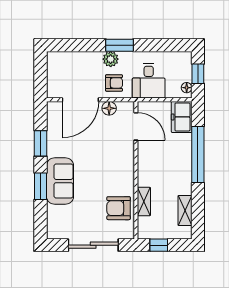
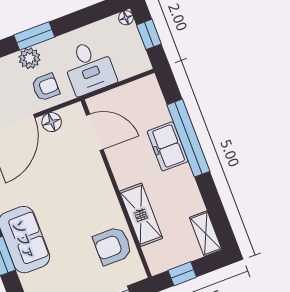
floor lamp: (187, 88) -> (126, 18), moved
freezer: (182, 117) -> (168, 146), moved
shelving: (144, 202) -> (141, 215), width x1.50, depth x1.33
shelving: (185, 211) -> (206, 234), moved

